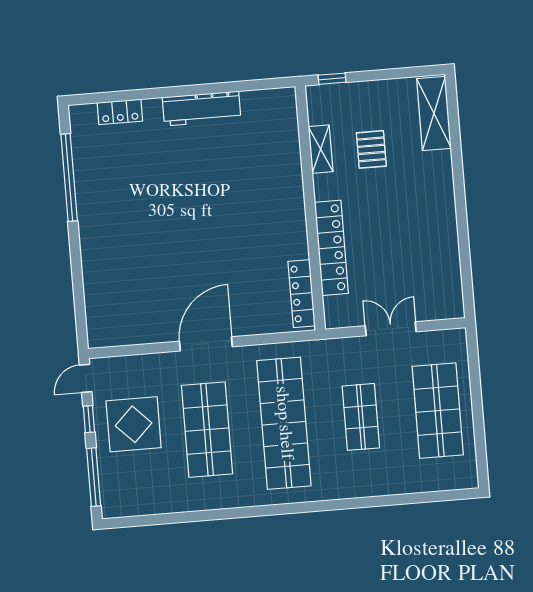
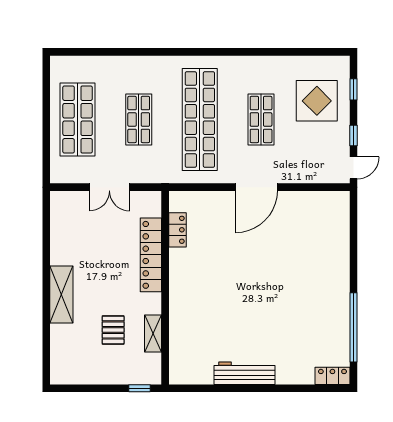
locker: (120, 112) -> (332, 376), moved
shelving: (434, 114) -> (61, 295), moved
locker: (302, 294) -> (177, 230), width x0.66
display table: (134, 424) -> (317, 101), moved
shop shelf: (207, 430) -> (261, 119), width x0.70, depth x0.74
window: (94, 477) -> (353, 89), width x0.46

